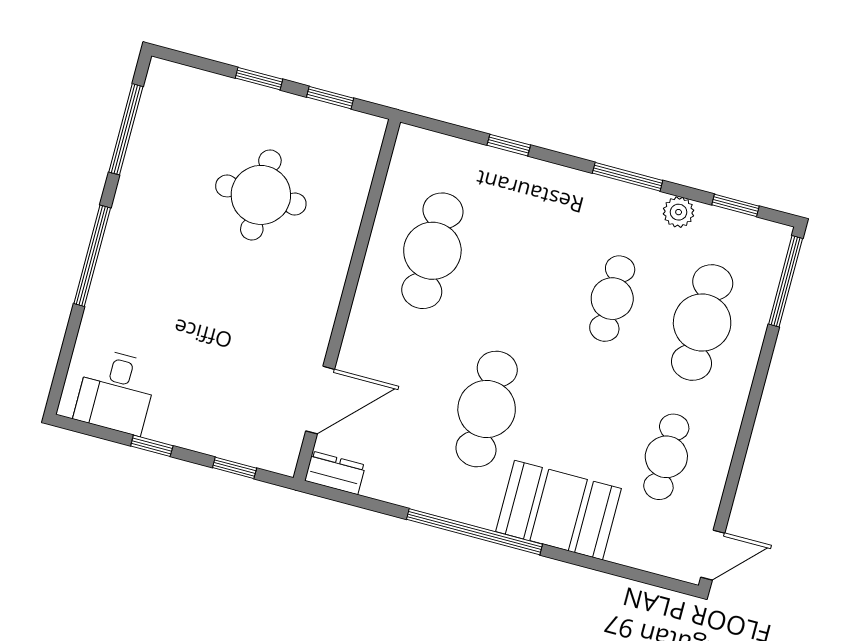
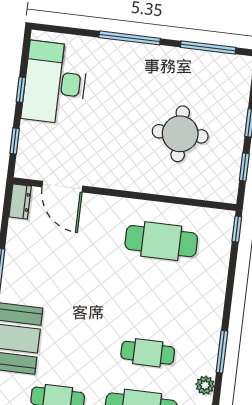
window: (509, 145) -> (237, 229), moved
desk: (116, 392) -> (55, 83), width x1.87, depth x1.30
cafe table: (487, 409) -> (71, 287), removed

